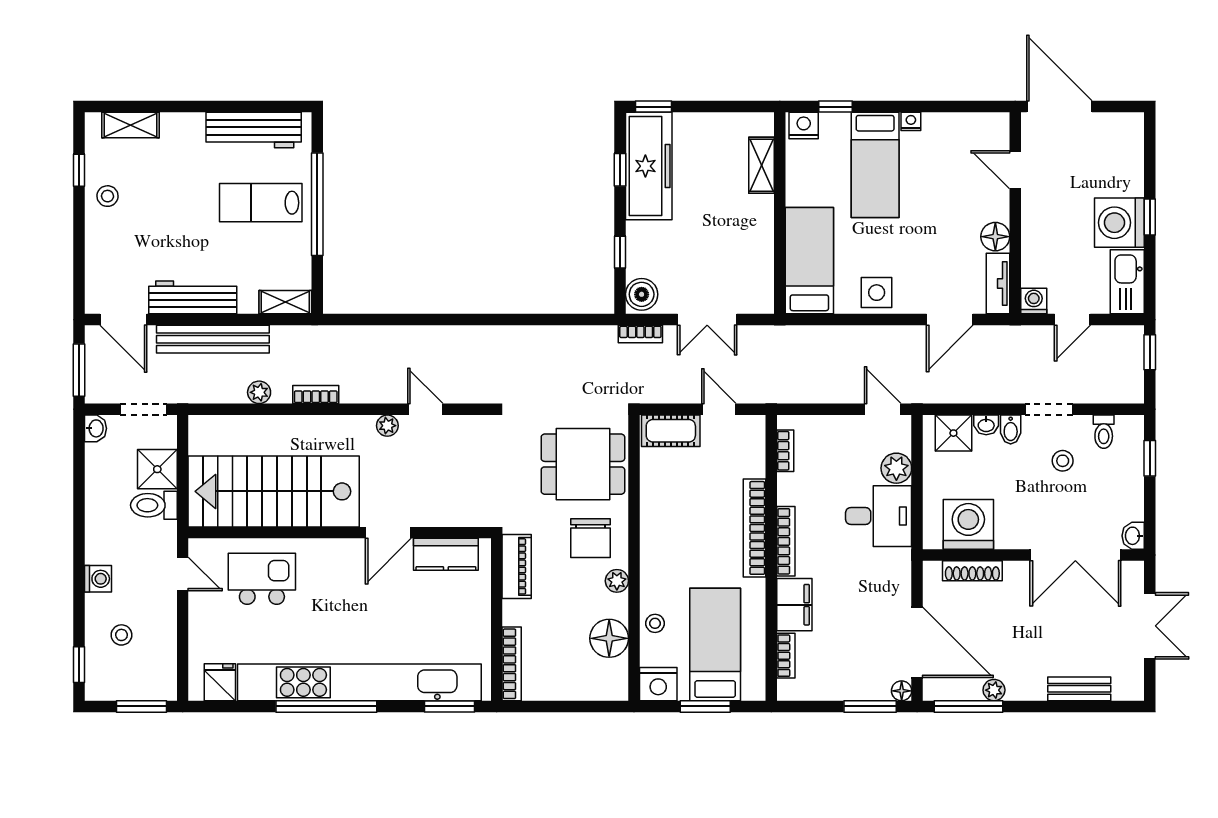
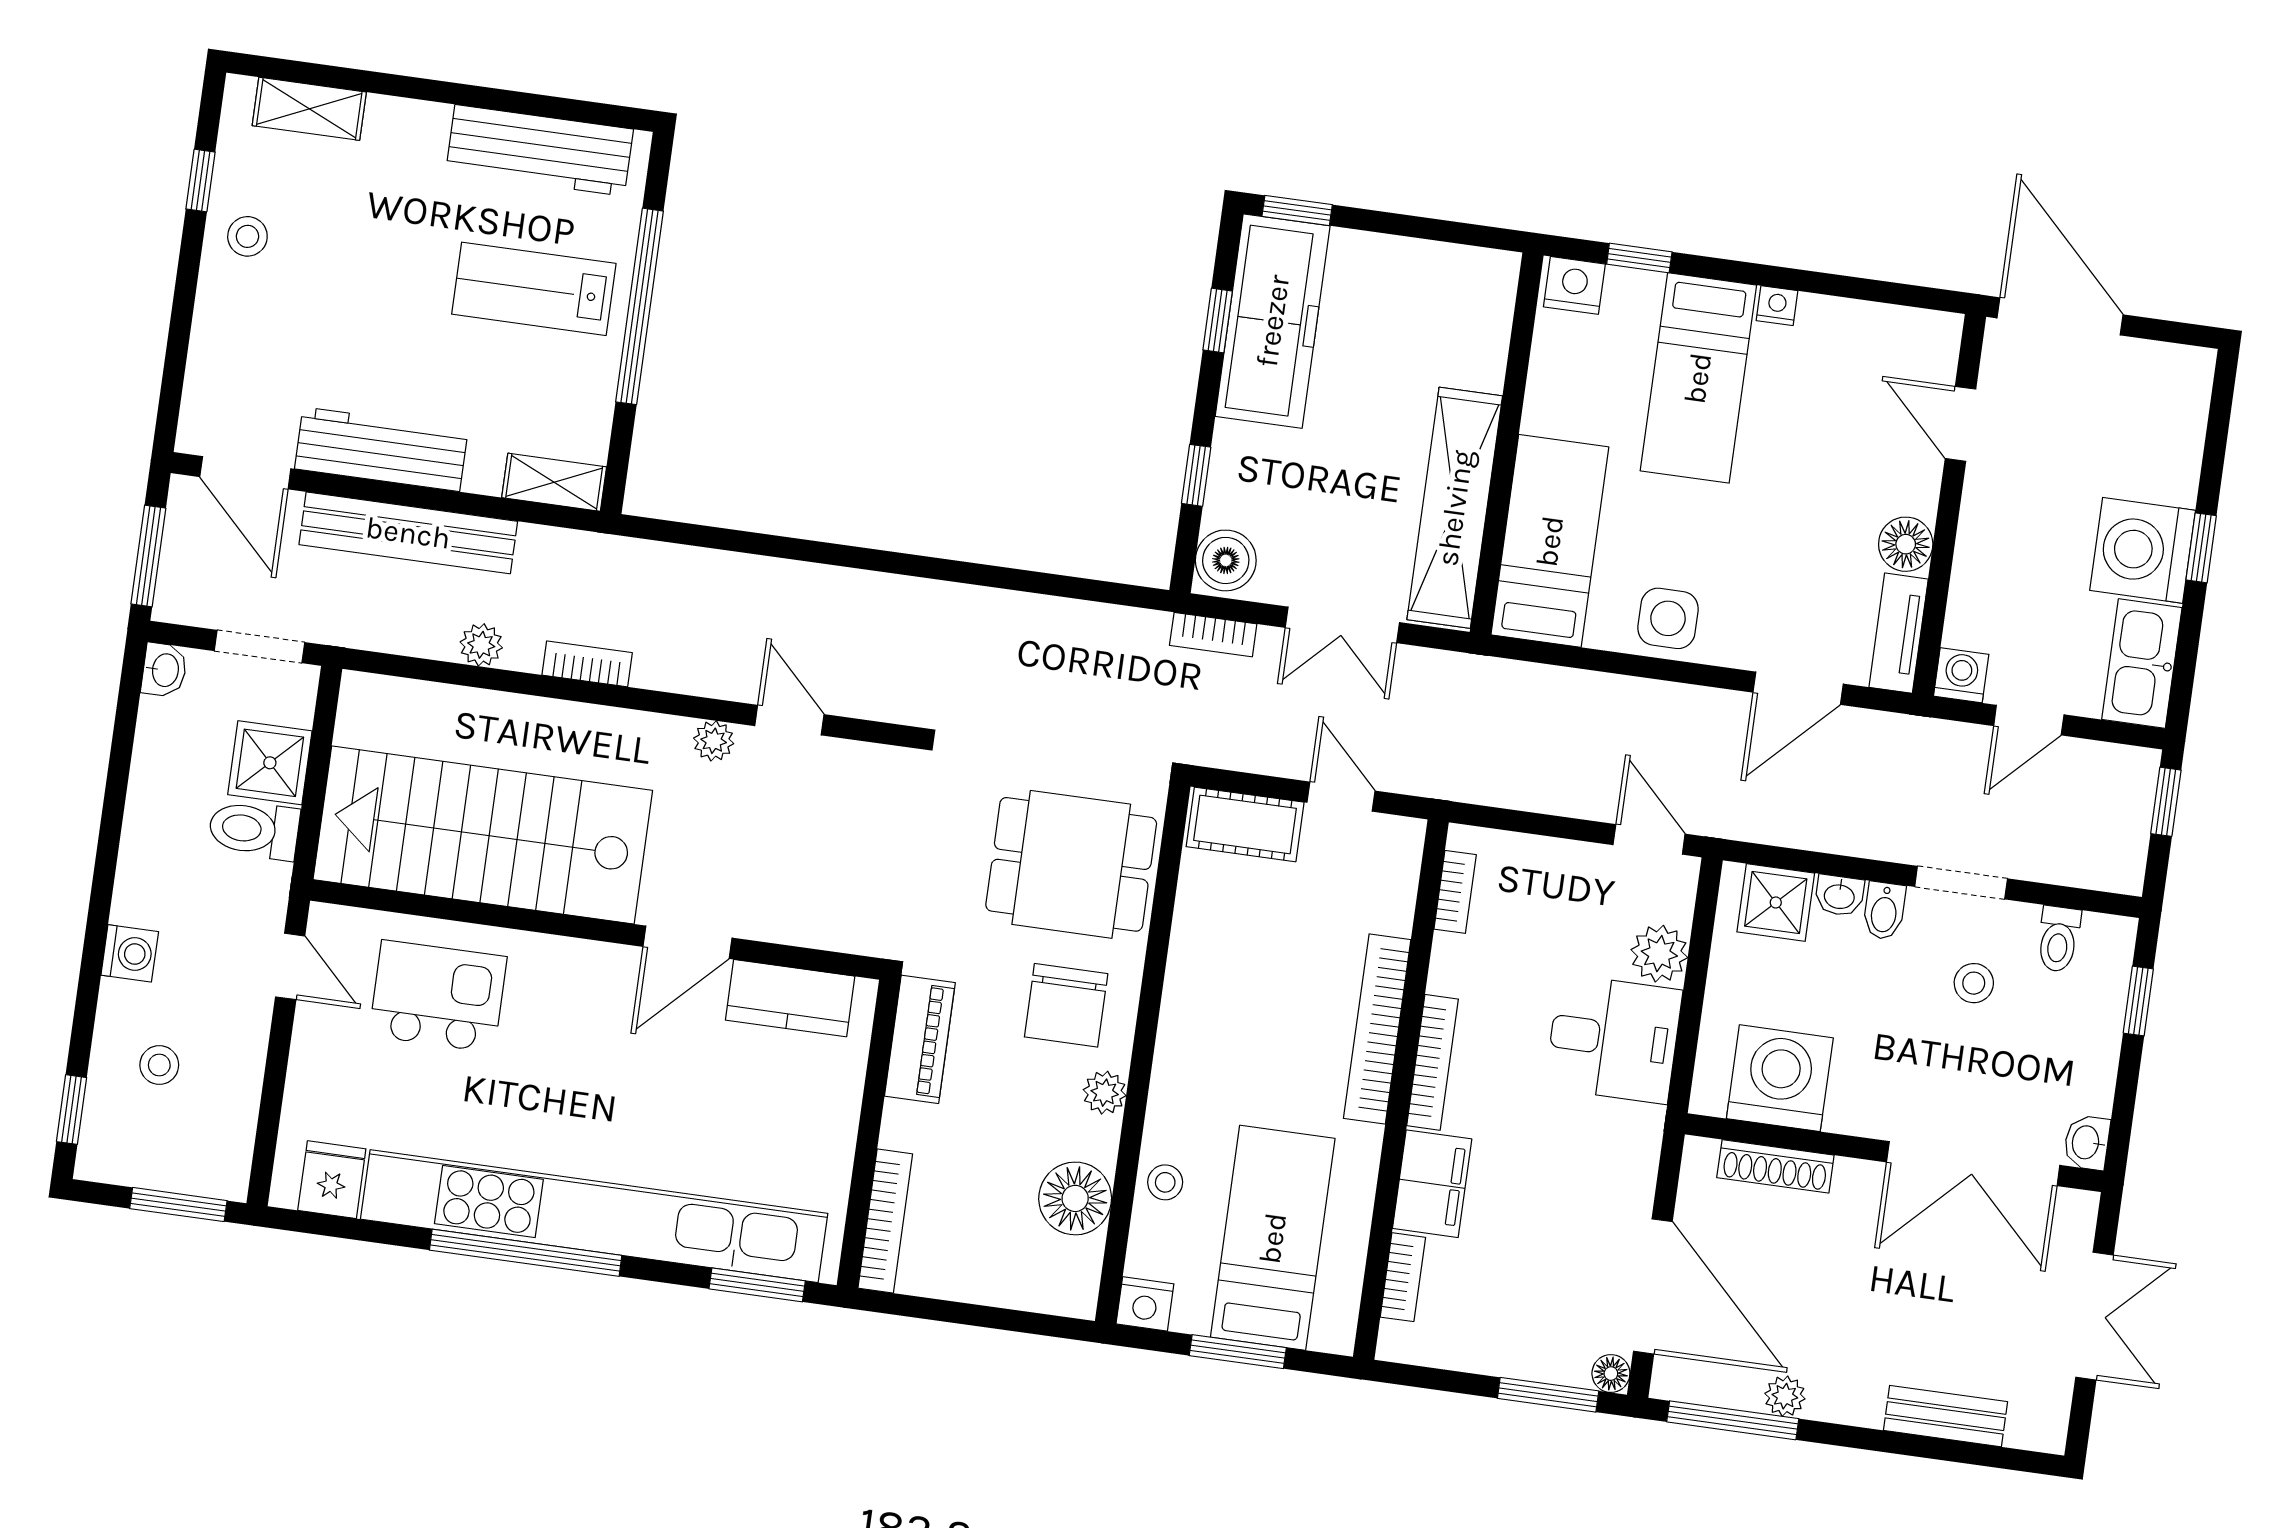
shelving: (761, 165) -> (1455, 508), moved, width x2.20, depth x1.33
nightstand: (658, 684) -> (1145, 1304), width x0.74, depth x0.75

